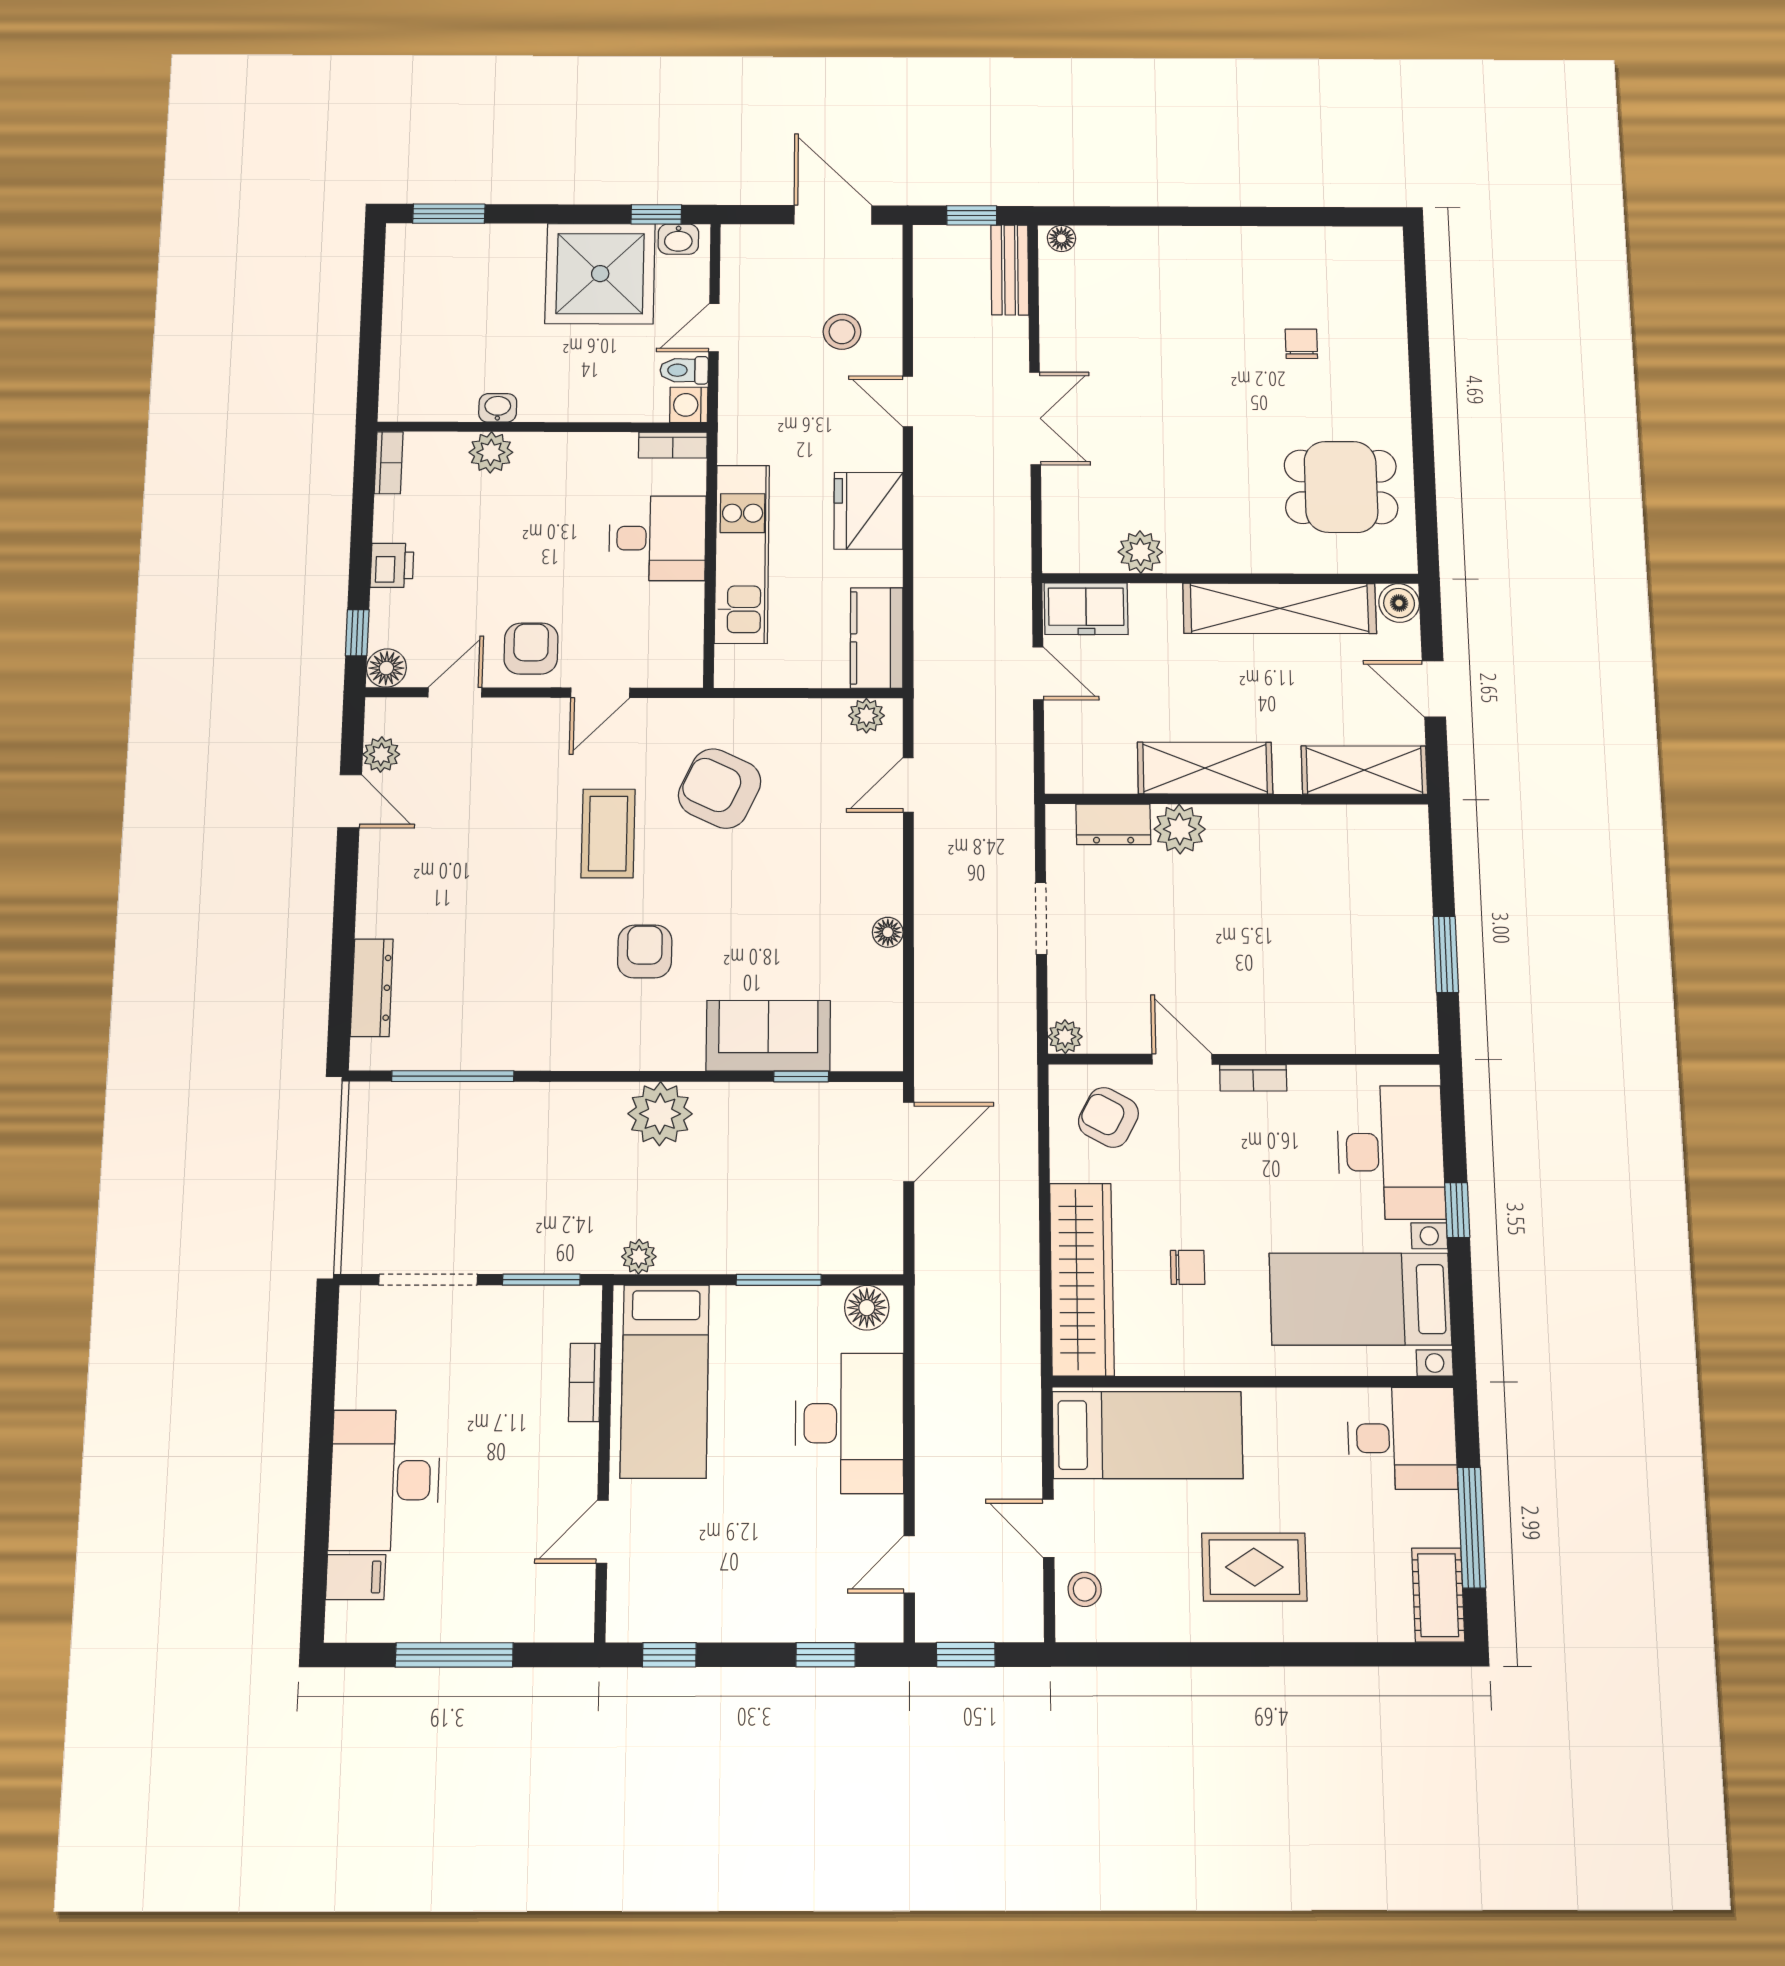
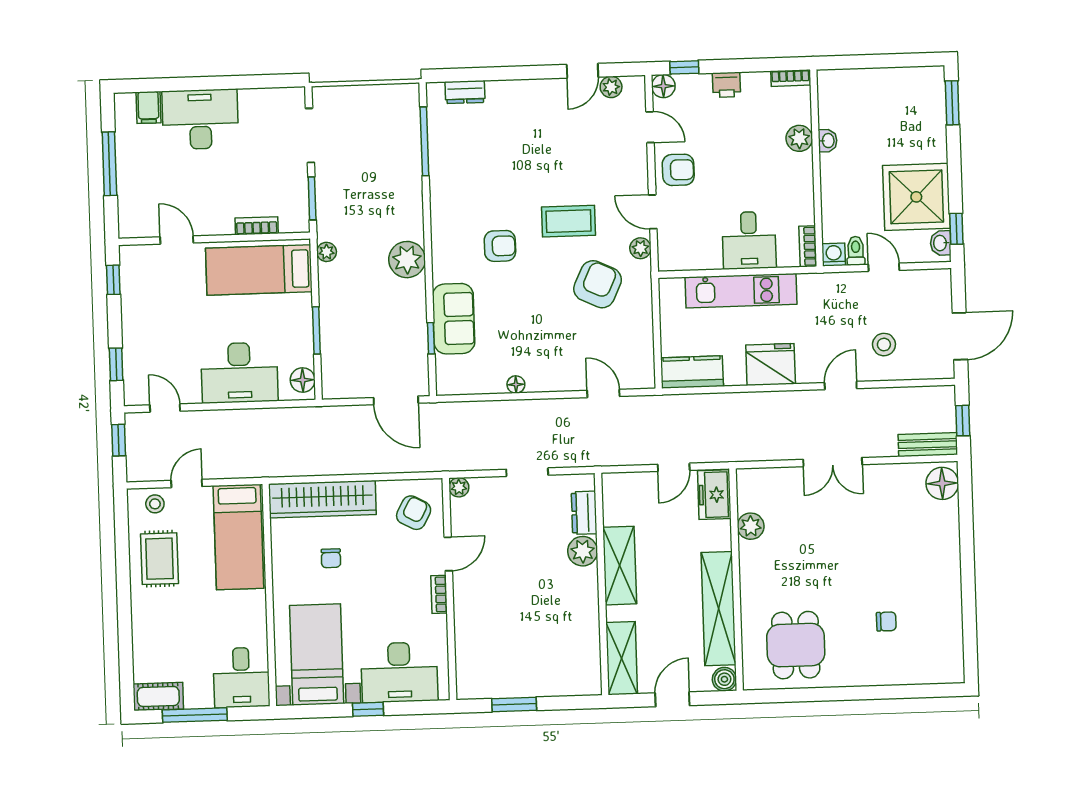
floor lamp: (1061, 238) -> (942, 483), width x1.89, depth x1.89
plant: (866, 716) -> (640, 248), moved
dresser: (372, 988) -> (465, 92), width x0.70
rug: (1254, 1567) -> (159, 559), moved

